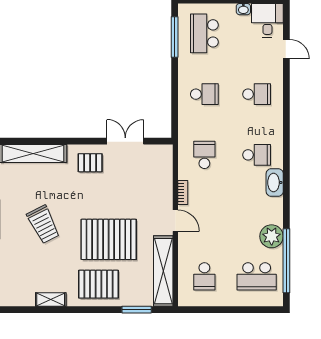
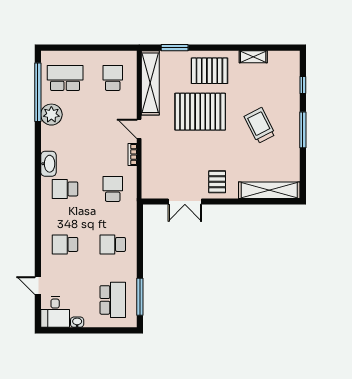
school desk: (204, 155) -> (113, 189), turned 180
pallet: (90, 163) -> (217, 182), turned 90

